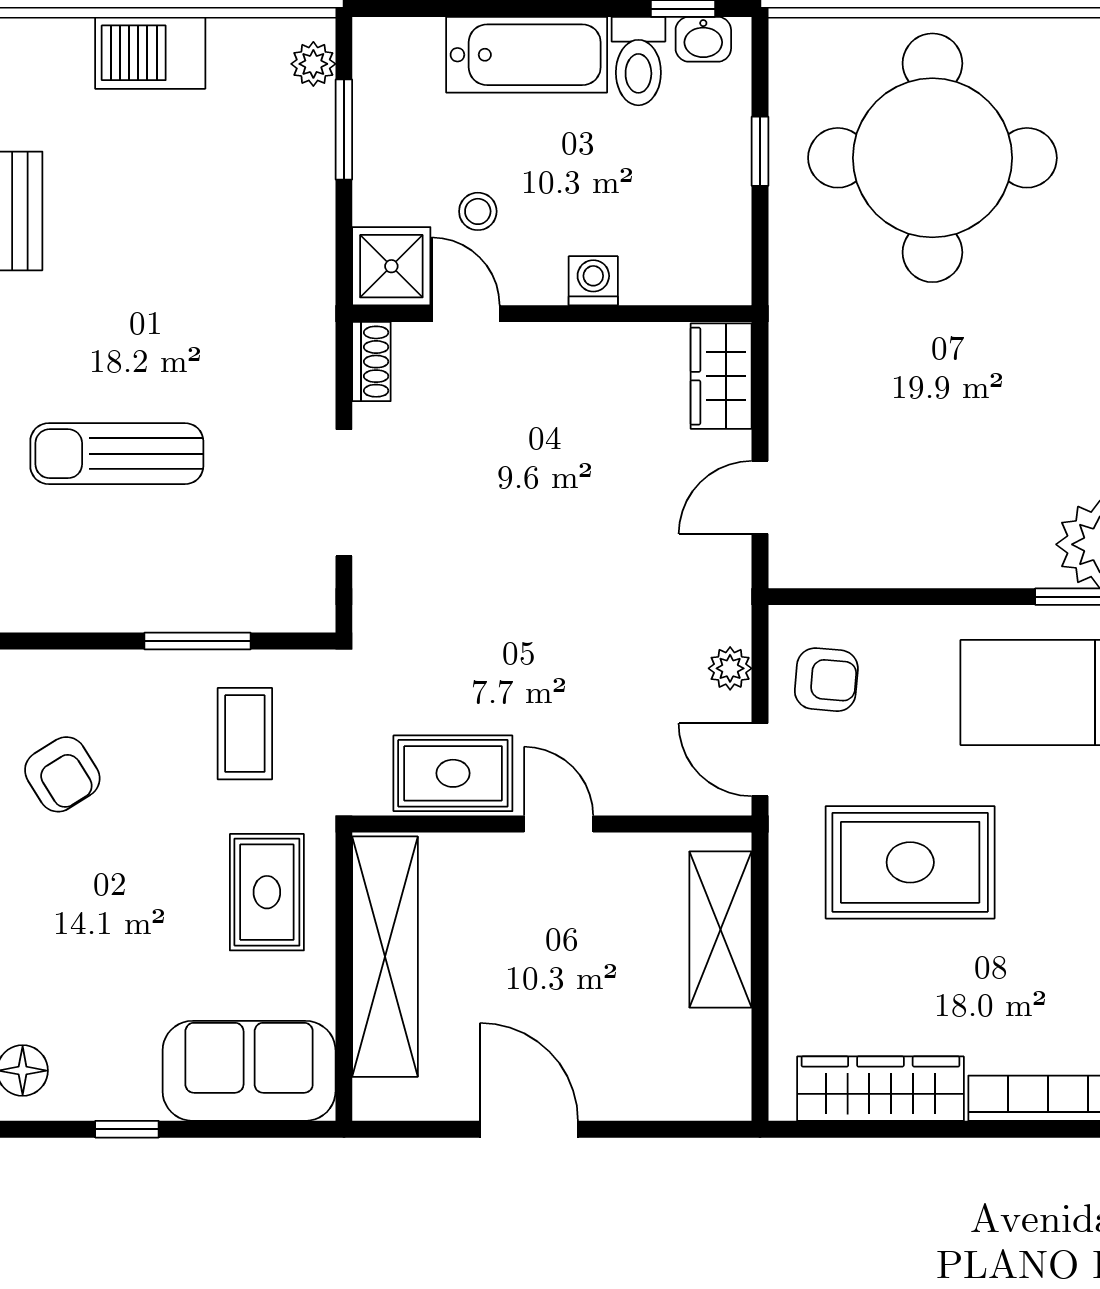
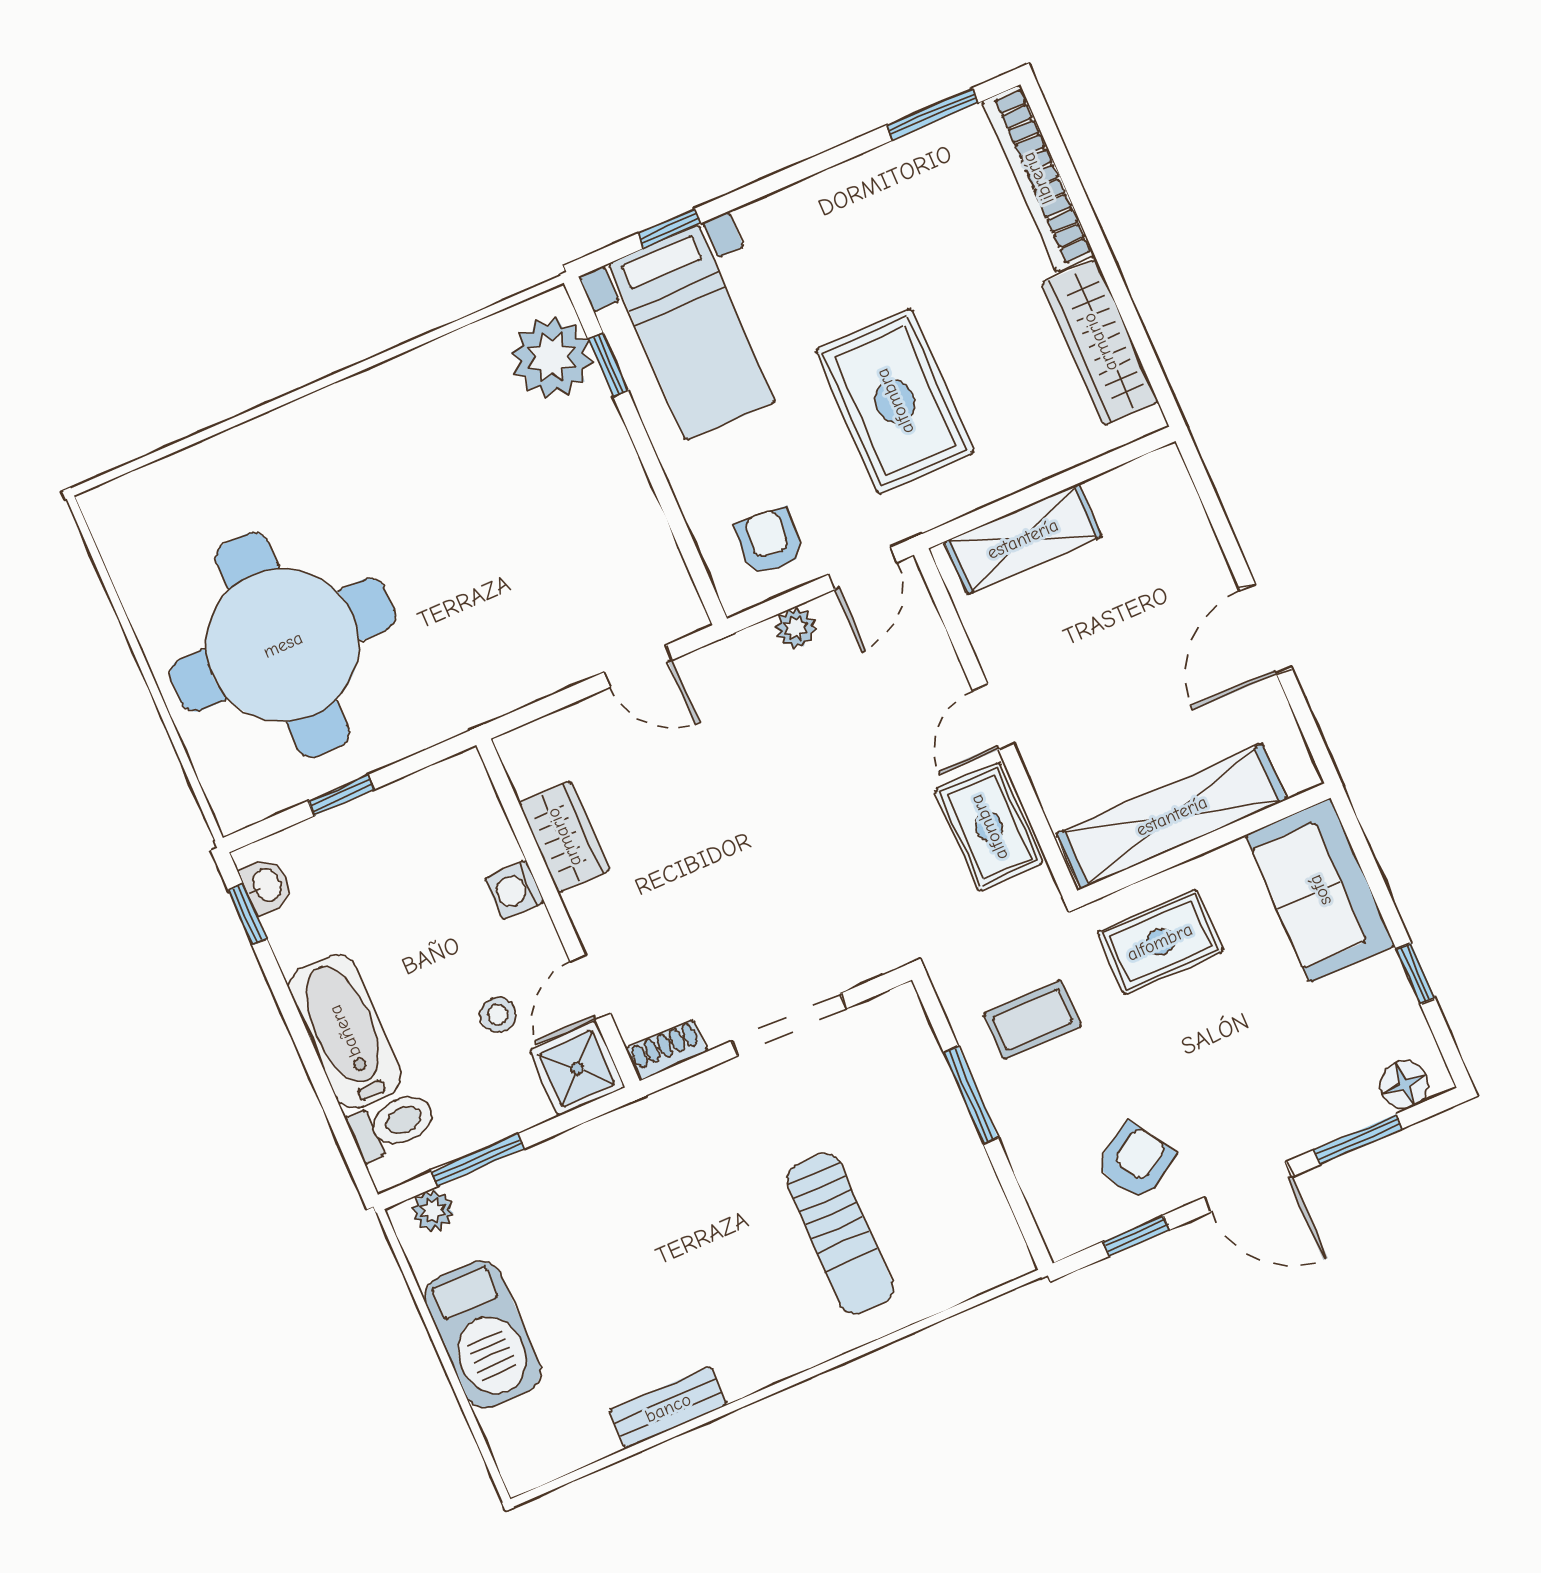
barbecue: (150, 53) -> (483, 1334), width x1.37, depth x1.21
toilet: (638, 61) -> (393, 1125), moved
wardrobe: (721, 376) -> (564, 837), moved, turned -90

